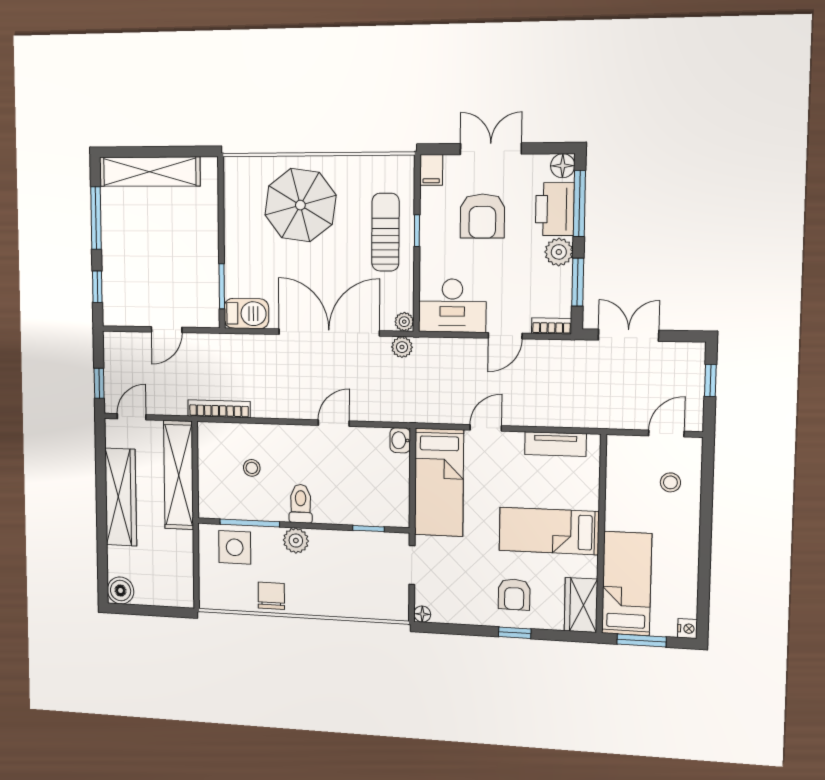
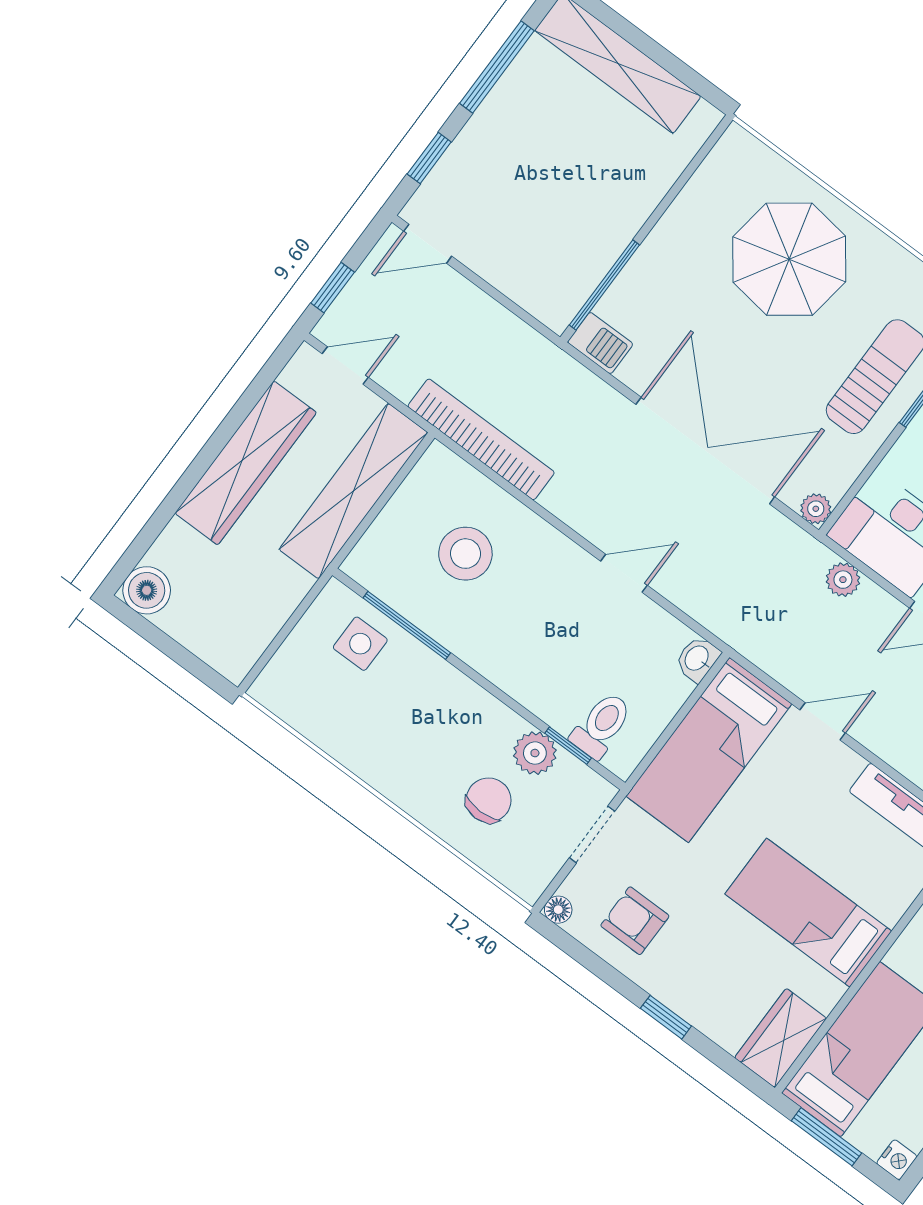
window: (222, 286) -> (604, 285), width x1.44
barbecue: (246, 314) -> (600, 343), width x0.73, depth x0.79
door: (167, 330) -> (428, 244), moved
plant: (402, 347) -> (843, 580), moved
bookcase: (219, 409) -> (481, 439), width x1.48, depth x1.31
stool: (252, 468) -> (465, 554), width x1.89, depth x1.89
toilet: (301, 504) -> (601, 725), moved
plant: (296, 541) -> (535, 753), moved
side table: (235, 547) -> (360, 644), width x0.73, depth x0.73
armchair: (514, 594) -> (635, 921), moved, turned 90
chair: (271, 596) -> (489, 800), moved

